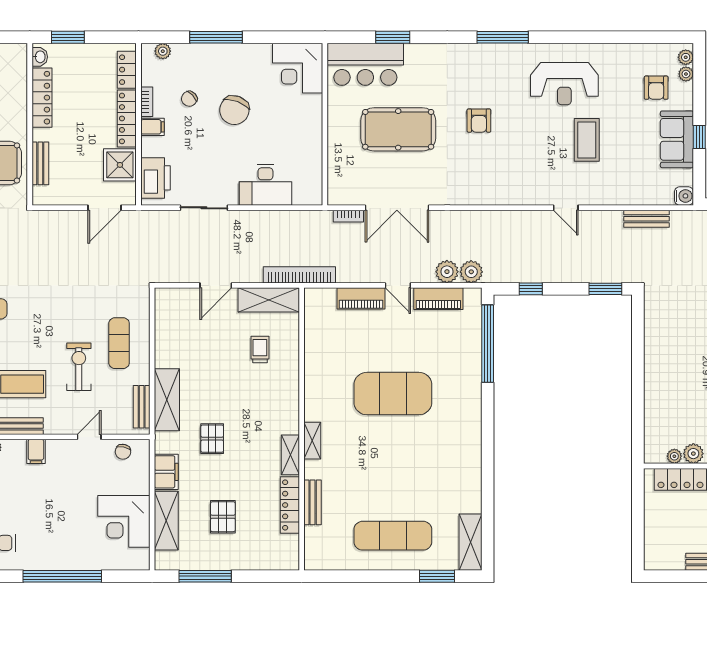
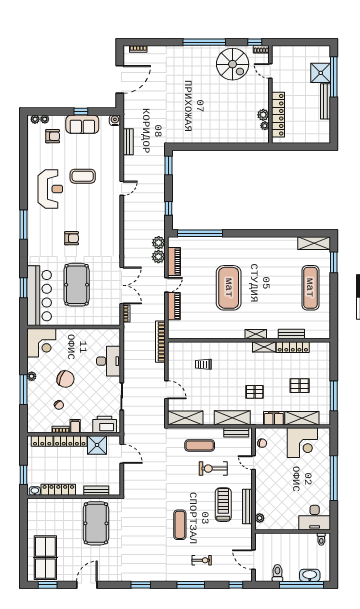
plant: (163, 51) -> (32, 376), moved
bar counter: (365, 64) -> (39, 296), width x1.36
shelving: (269, 300) -> (185, 418), moved, turned 90
filing cabinet: (36, 451) -> (262, 493), removed

